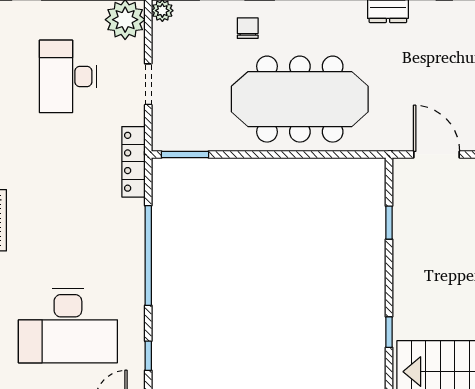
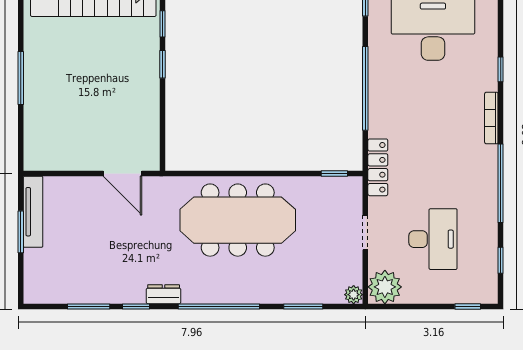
chair: (248, 28) -> (282, 280), removed
window: (185, 154) -> (334, 173), width x0.67
window: (389, 223) -> (163, 64), moved

